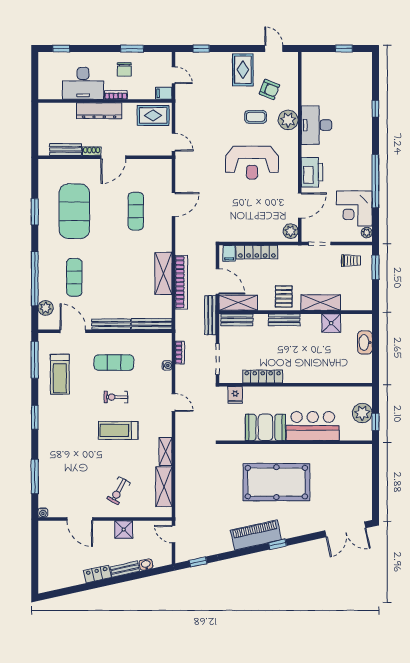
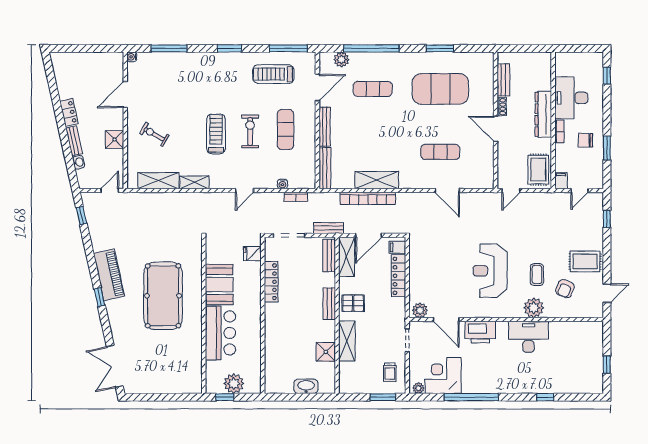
bench: (210, 315) -> (329, 228), width x0.73
exercise bike: (116, 397) -> (250, 131), width x1.38, depth x1.39

